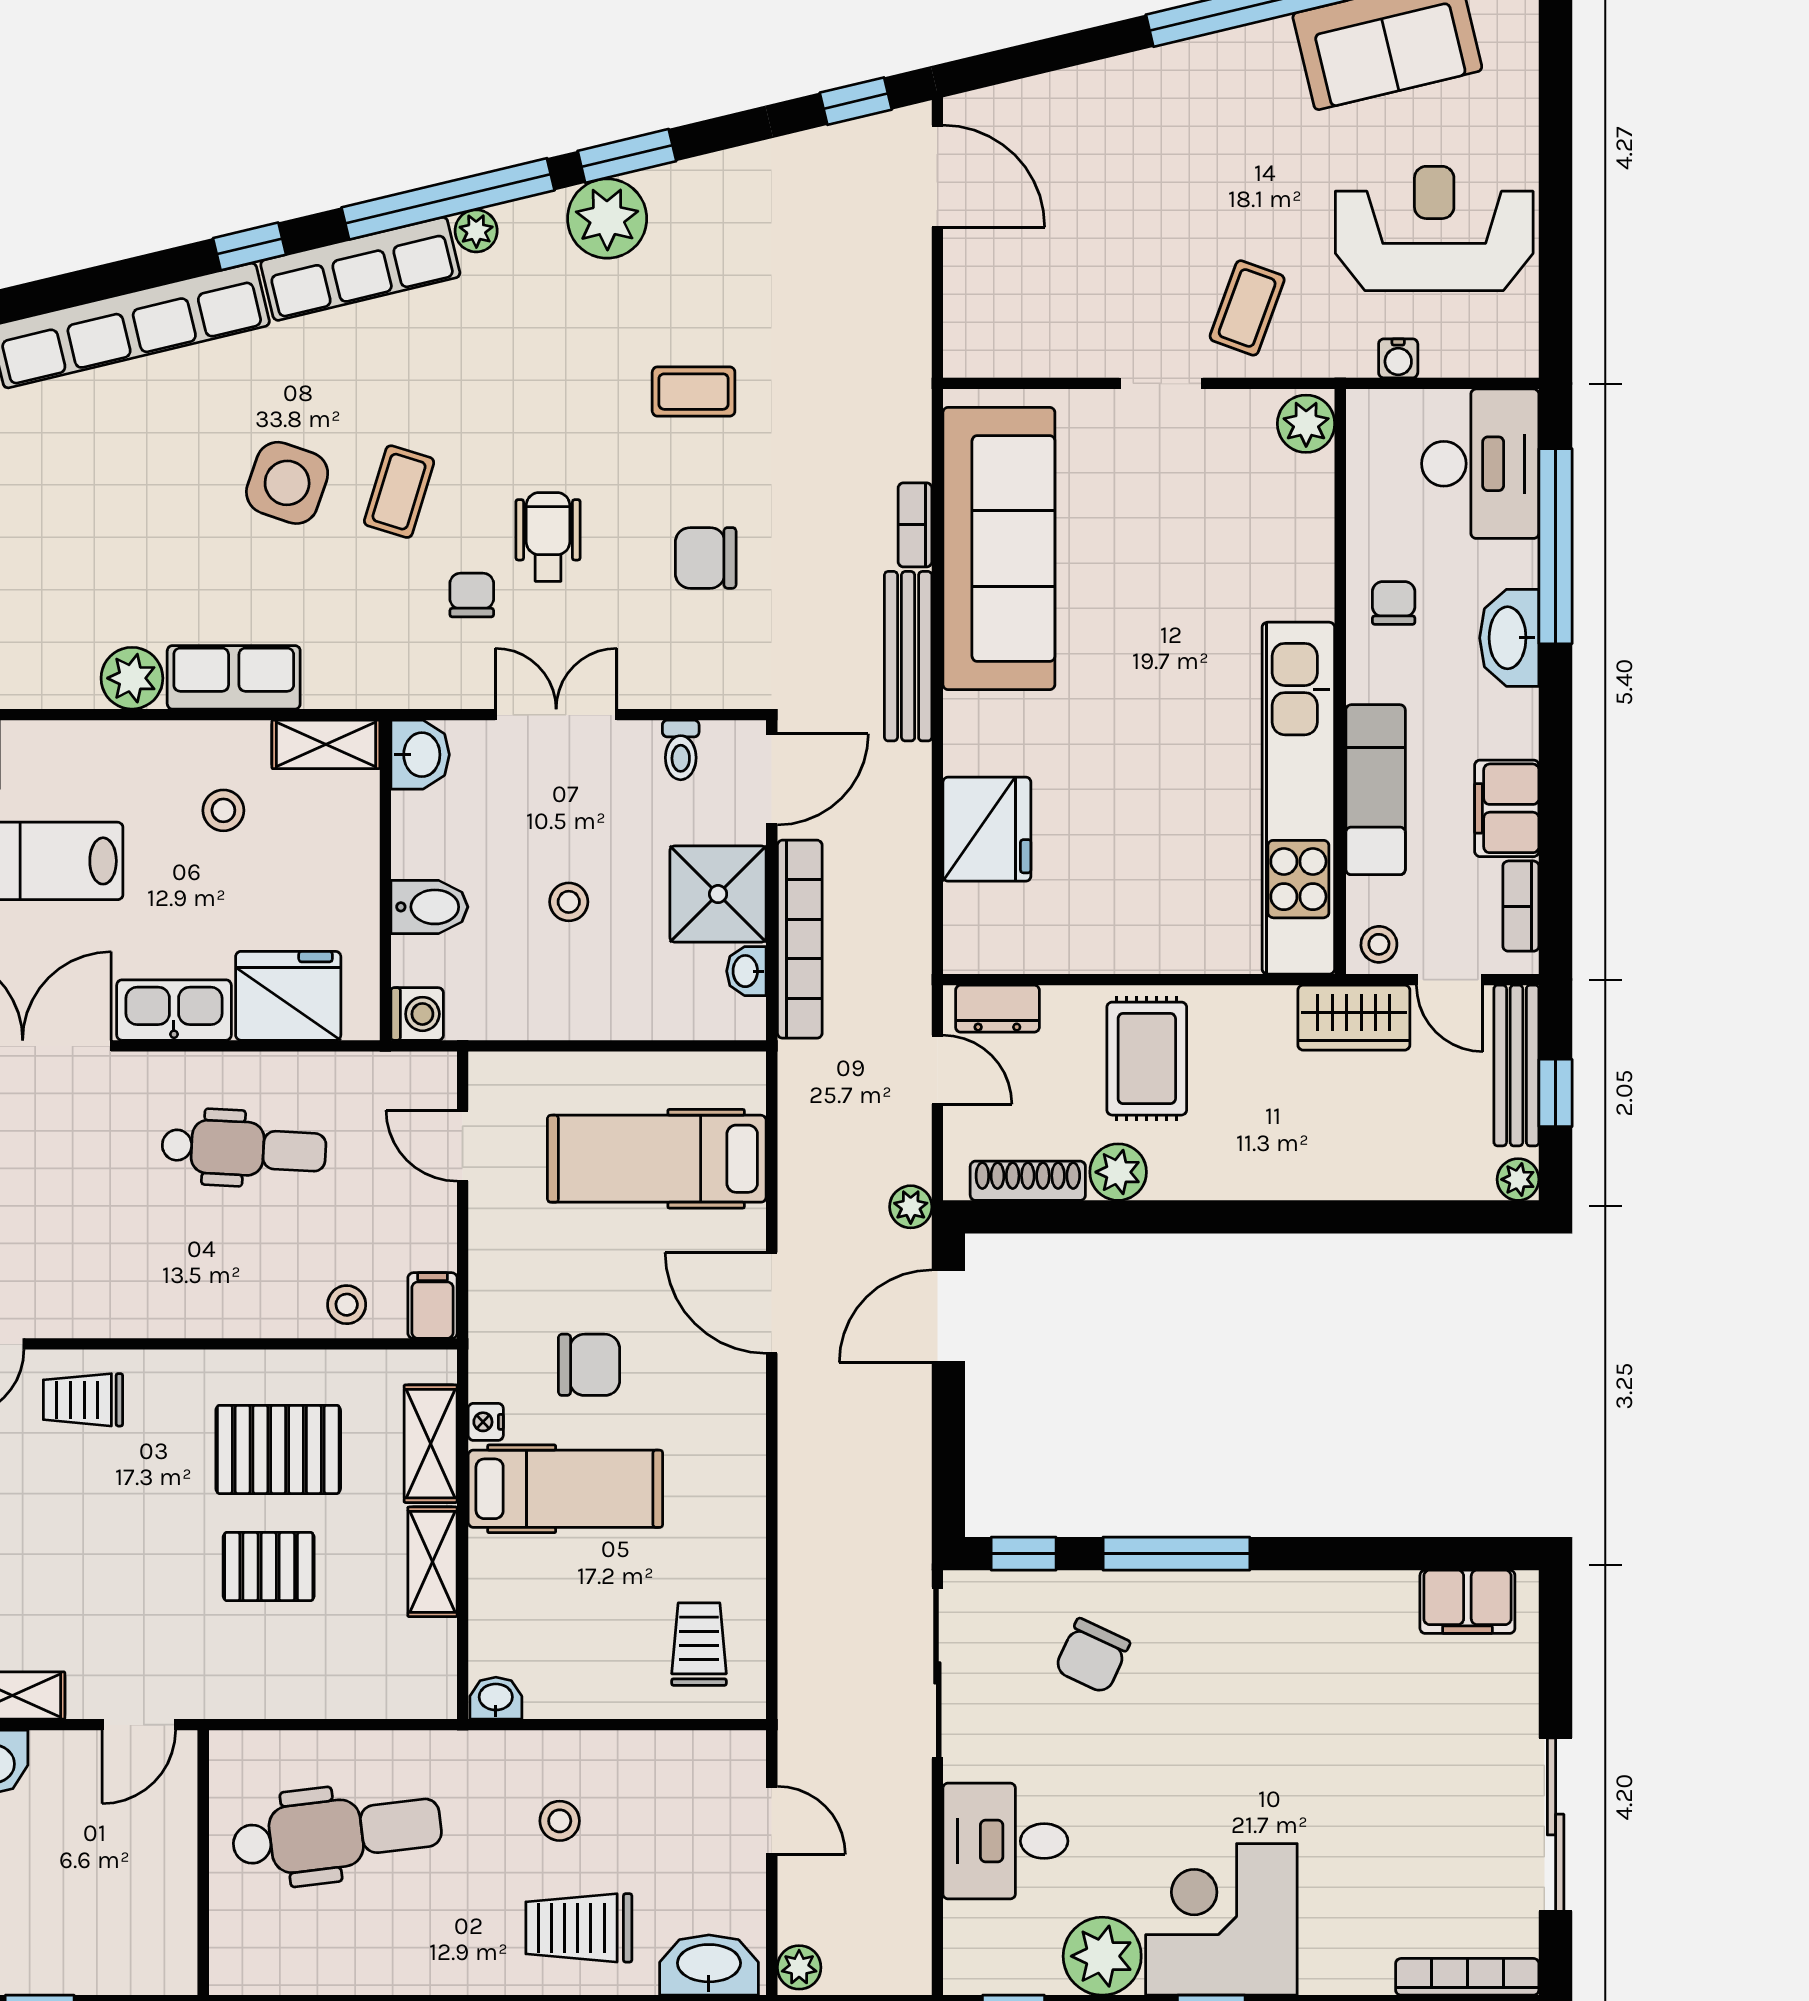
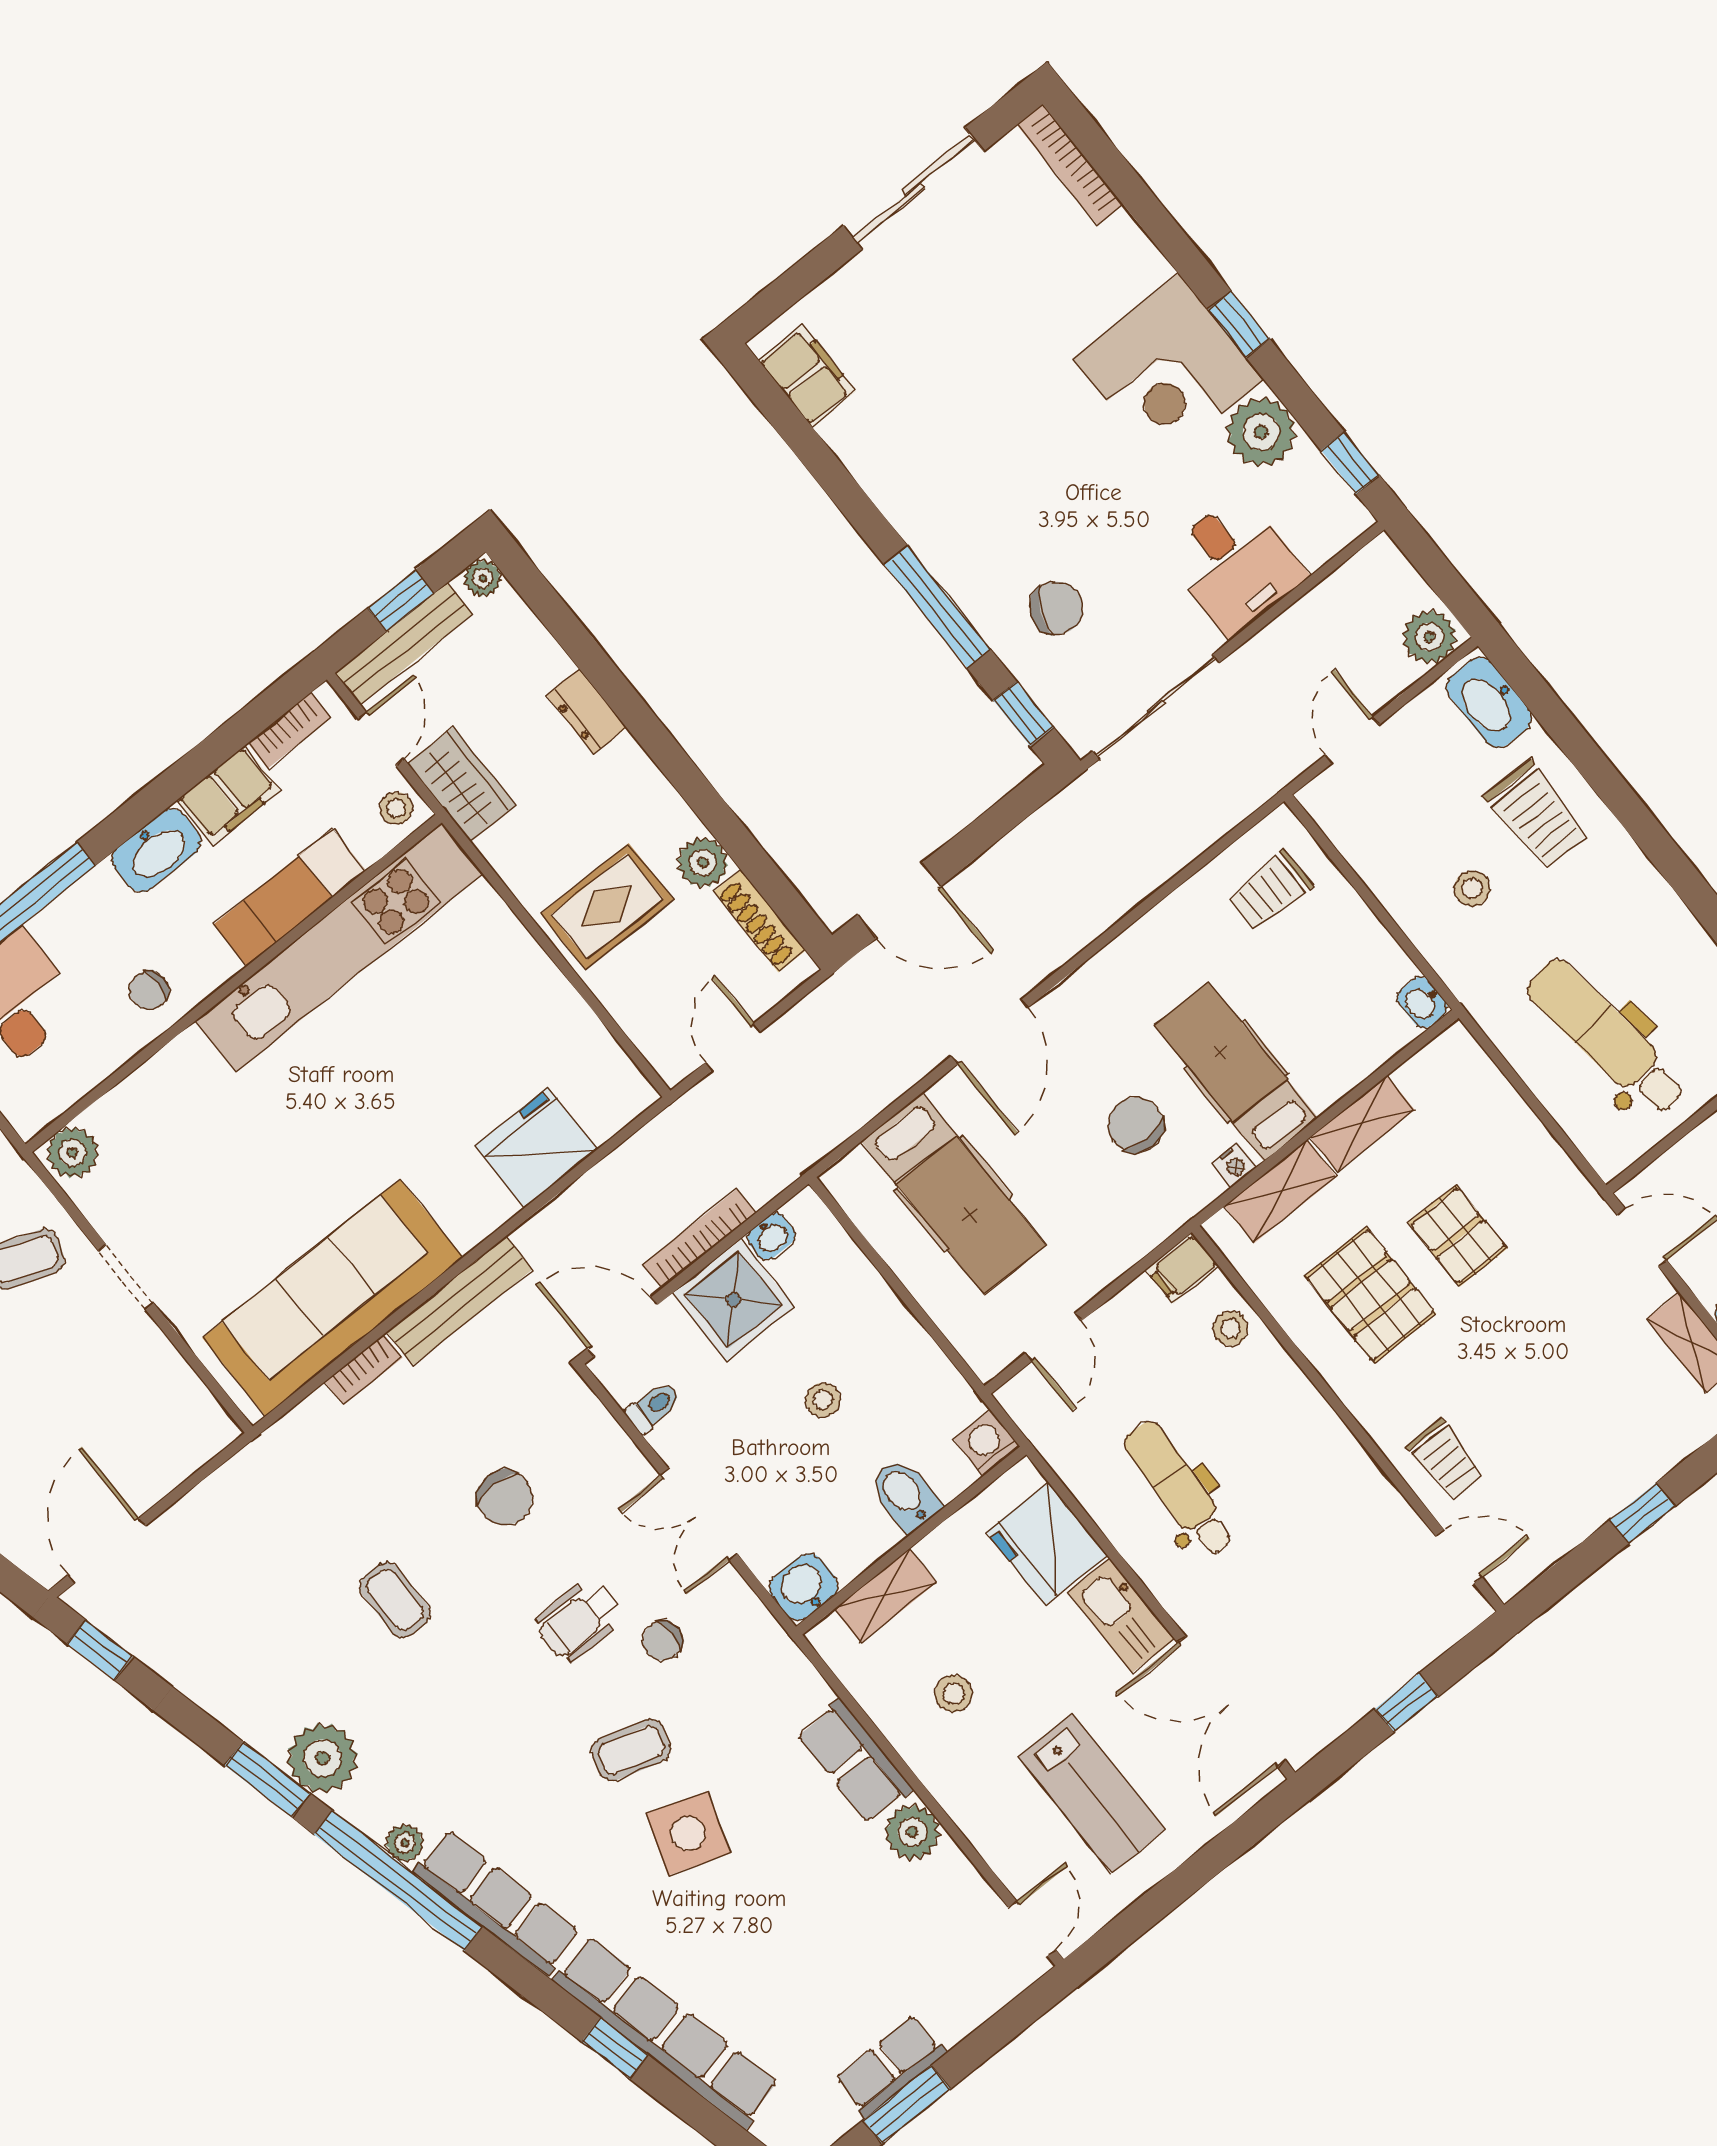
window: (249, 246) -> (615, 2048), moved
washbasin: (1509, 638) -> (157, 850), moved
shelving: (326, 744) -> (885, 1596), moved, turned 90
bookcase: (800, 939) -> (699, 1239), width x0.68, depth x0.76
dresser: (997, 1009) -> (587, 711), moved, turned 180
plant: (911, 1207) -> (844, 988), removed
plant: (799, 1967) -> (1430, 637), width x1.38, depth x1.38

